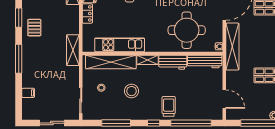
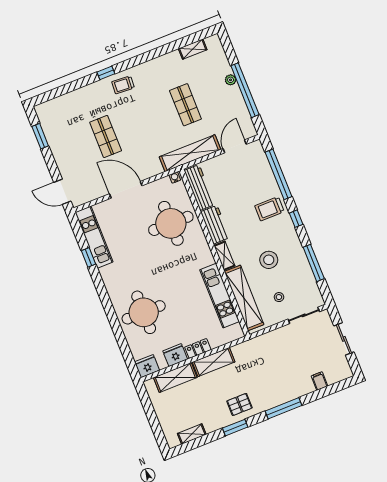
shelving: (232, 47) -> (190, 153), moved
shelving: (73, 50) -> (214, 362), moved

